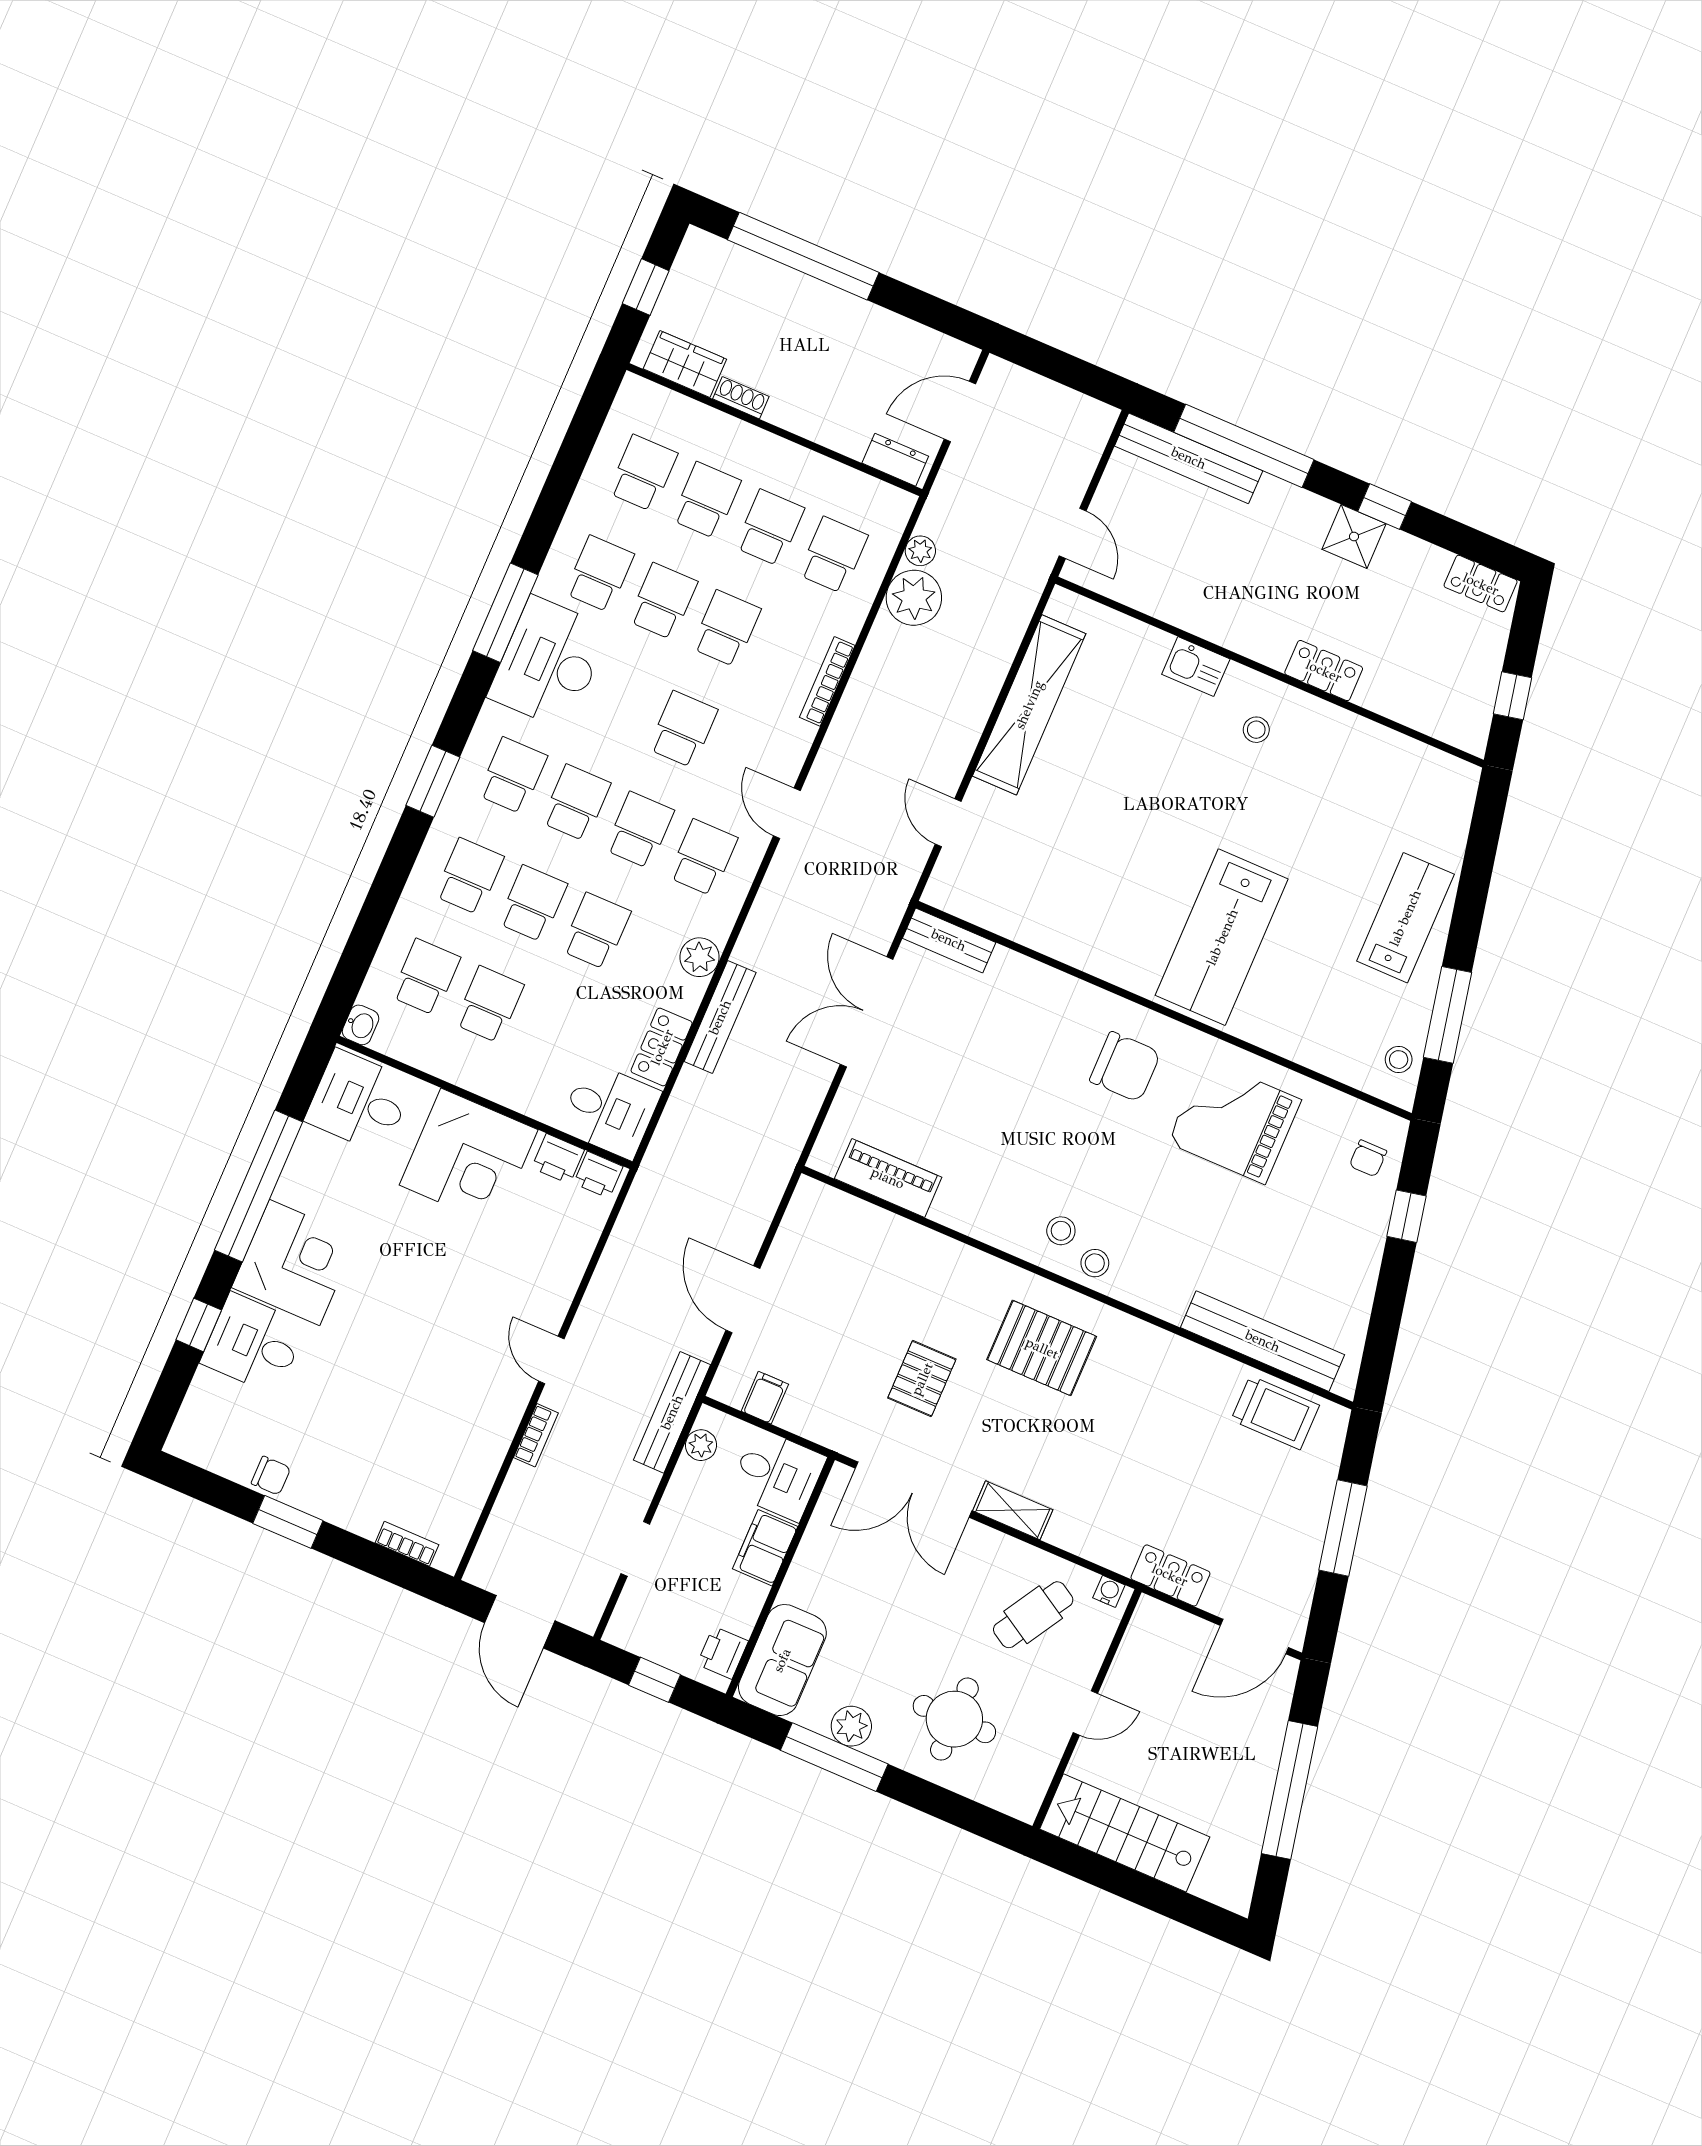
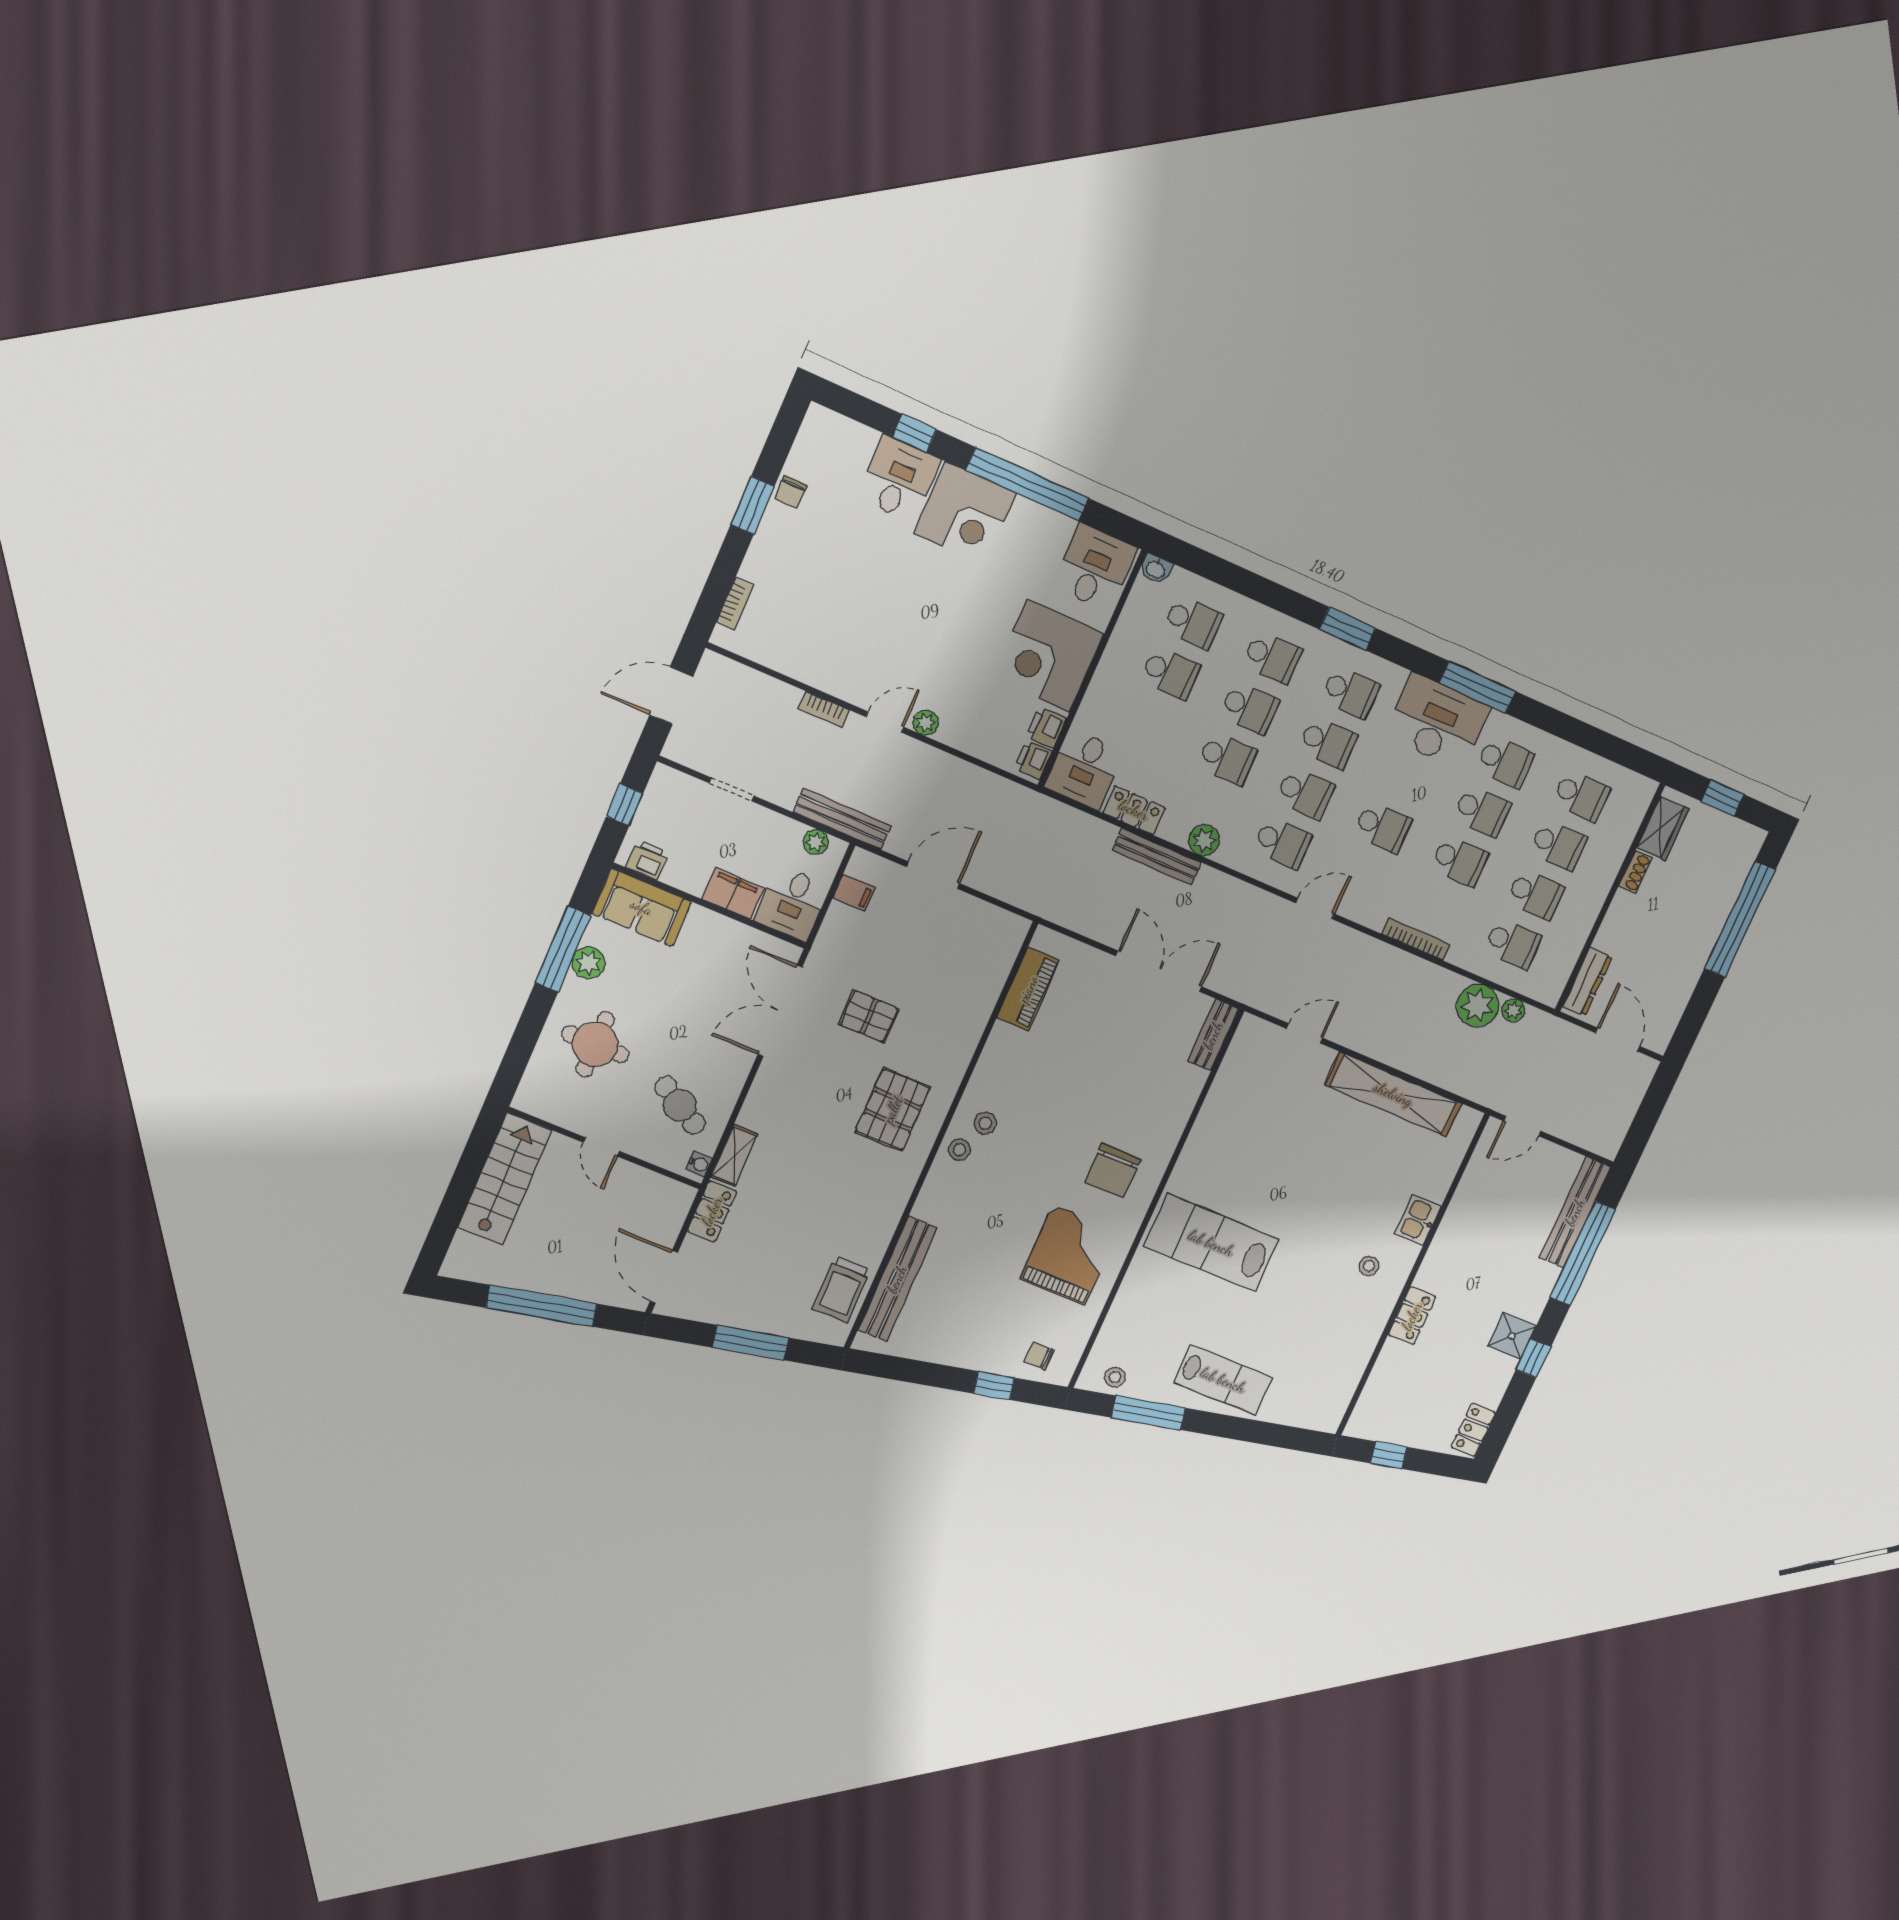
dresser: (895, 460) -> (1587, 982), width x1.44
plant: (552, 1309) -> (926, 723), added
shelving: (1013, 1510) -> (734, 1155), moved

